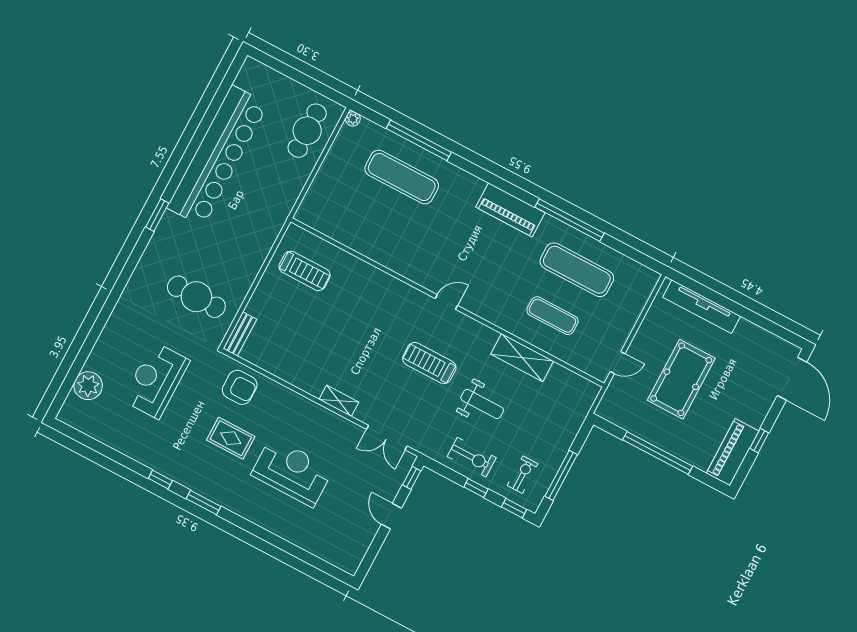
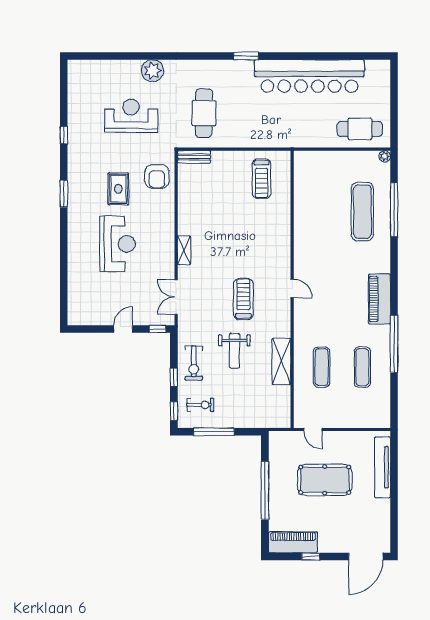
exercise mat: (577, 270) -> (362, 367), width x0.73, depth x0.69
plant: (88, 386) -> (153, 71), moved
window: (160, 480) -> (64, 135), moved

